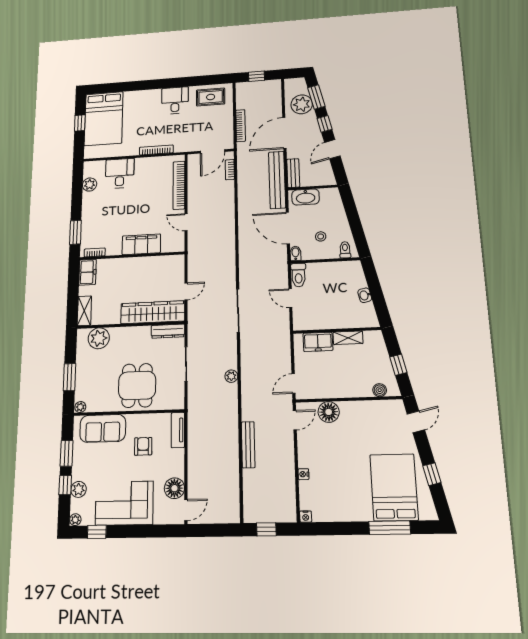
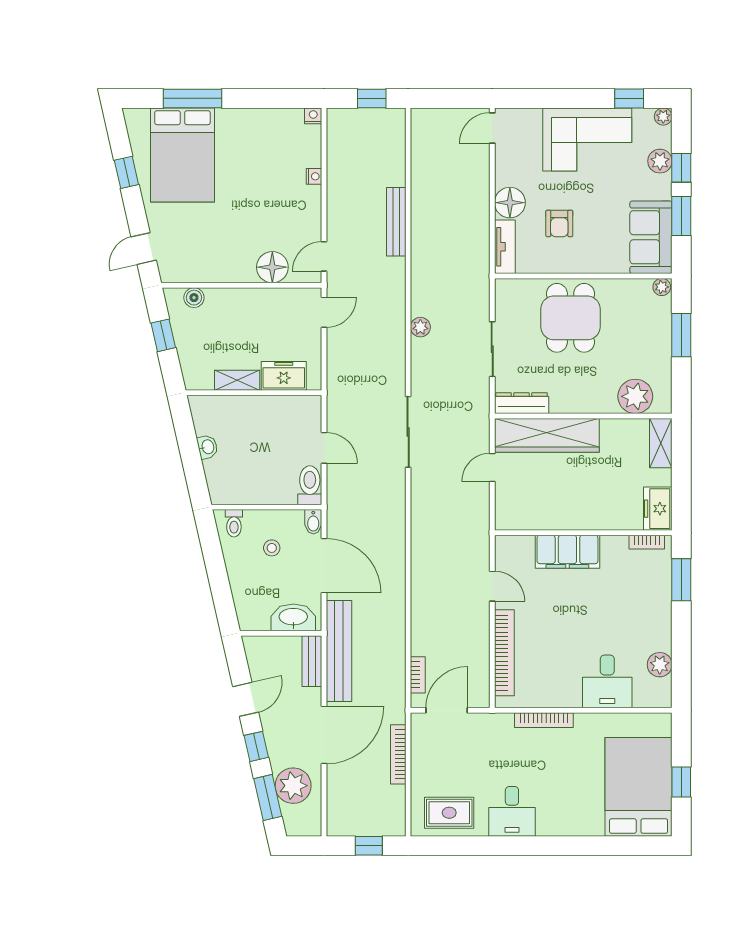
sofa: (103, 428) -> (651, 237), moved, turned -90
floor lamp: (174, 488) -> (510, 203), moved

